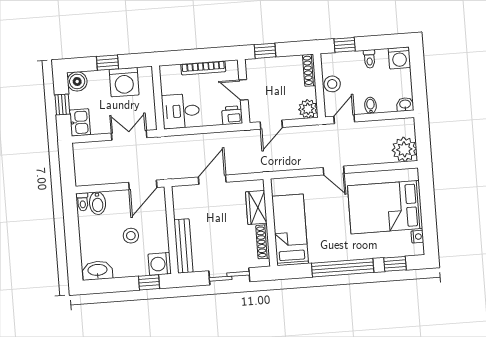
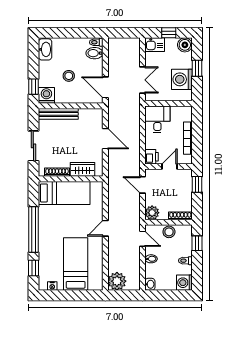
bed: (385, 207) -> (76, 264), width x0.67

